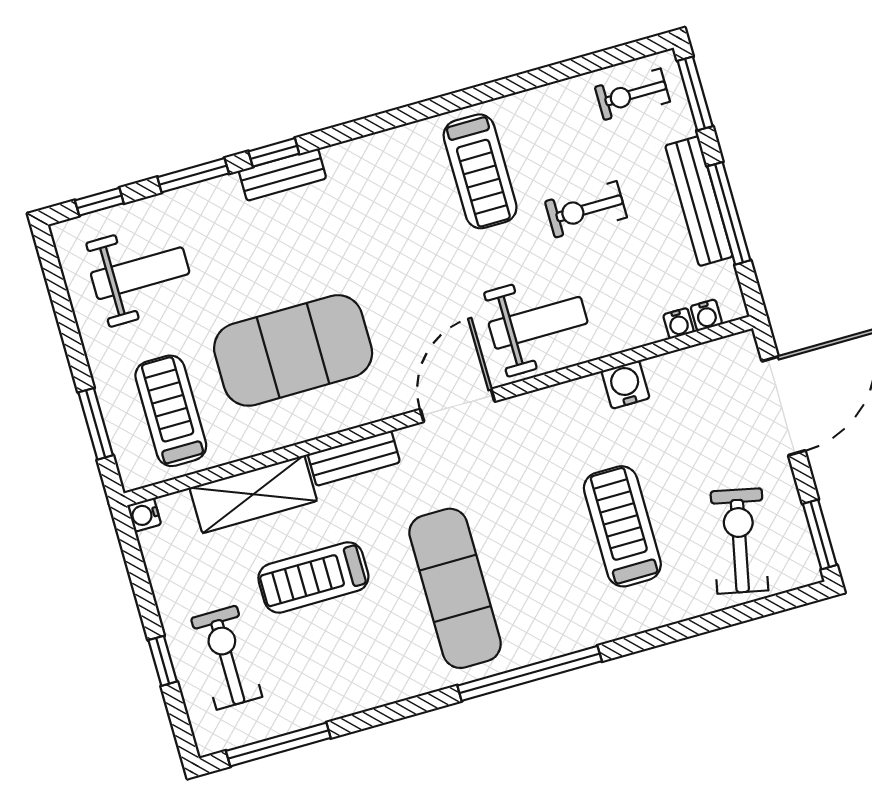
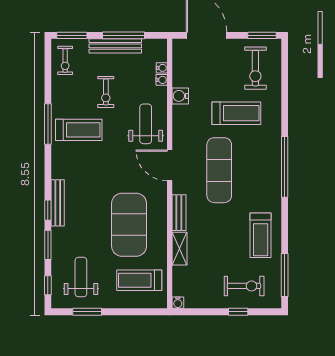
window: (473, 96) -> (48, 124), added
bench: (282, 175) -> (58, 203), width x1.36
water cooler: (706, 315) -> (162, 80), moved
window: (96, 424) -> (87, 312), moved
shelving: (253, 494) -> (179, 249), width x0.67, depth x0.75
treadmill: (622, 526) -> (236, 113), turned 180
exercise bike: (739, 541) -> (255, 68), turned -102
treadmill: (313, 577) -> (261, 235), moved
exercise mat: (455, 588) -> (219, 170), moved, turned 90
exercise bike: (227, 658) -> (244, 286), turned 180

